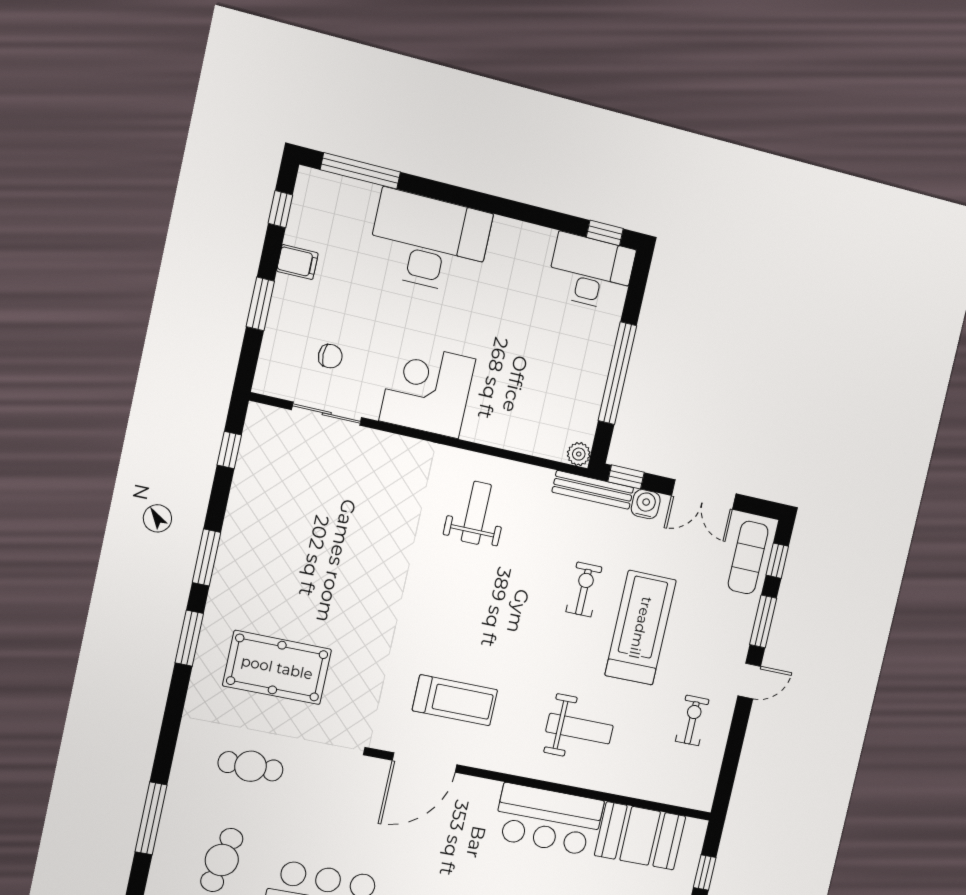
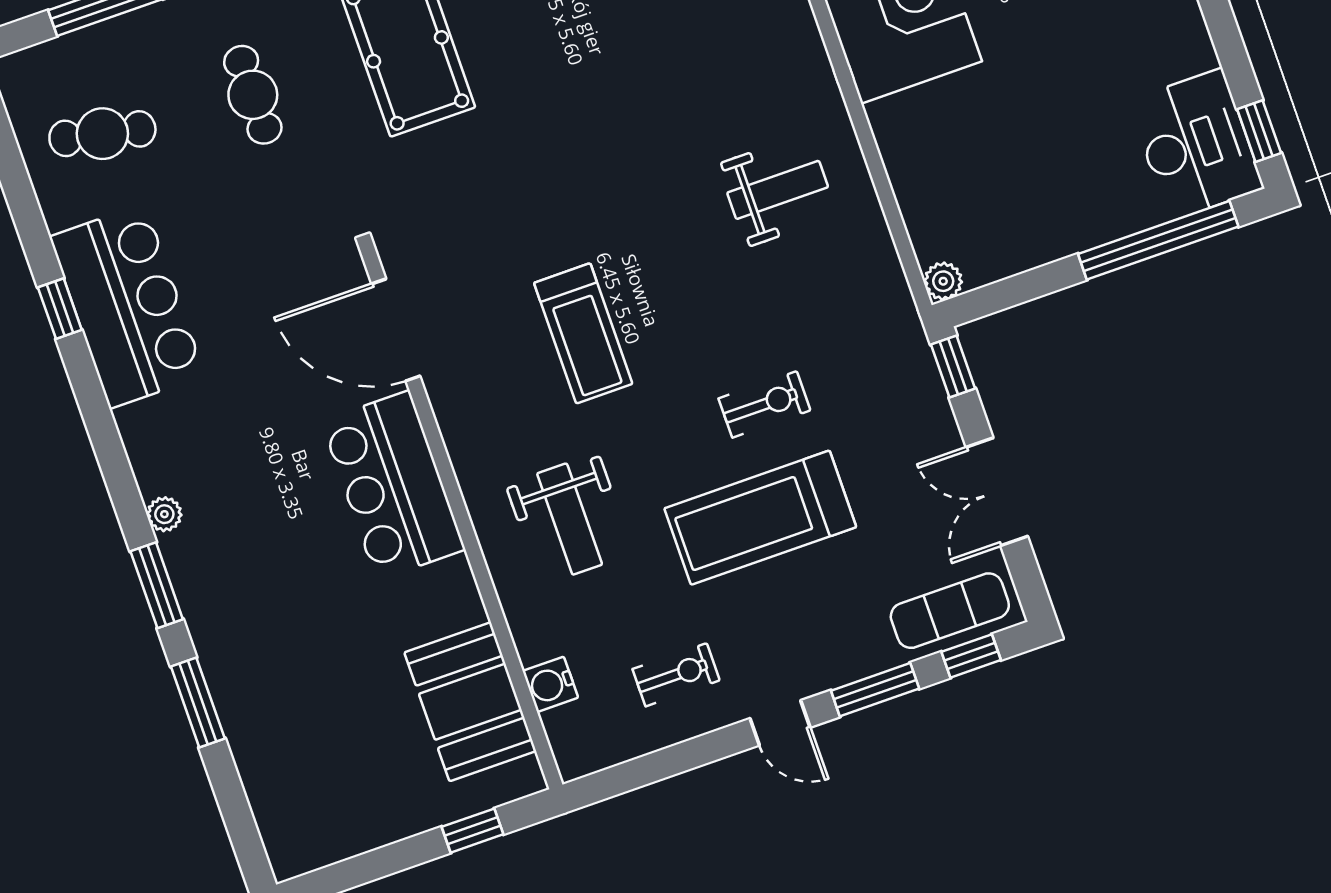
window: (617, 373) -> (1158, 240), moved
bench: (593, 490) -> (907, 331), removed
water cooler: (646, 504) -> (550, 684), moved, turned 180
treadmill: (640, 628) -> (760, 518), turned 180
treadmill: (455, 700) -> (583, 333), moved
bar counter: (548, 820) -> (393, 485), moved

